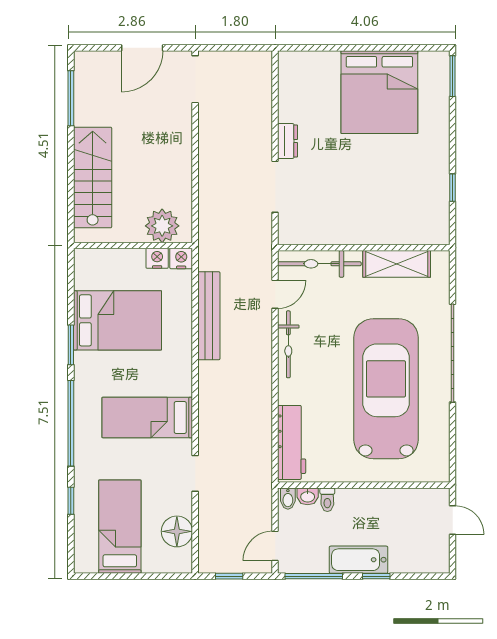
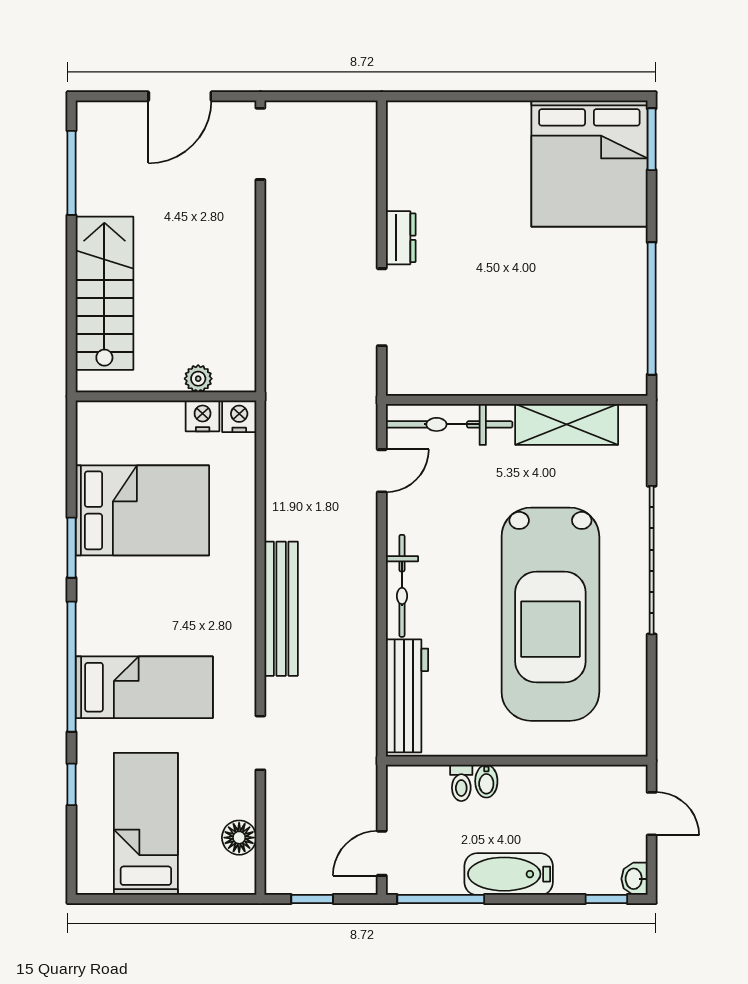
bed: (379, 92) -> (589, 164), moved
window: (453, 188) -> (652, 308), width x3.17
plant: (162, 226) -> (198, 379), width x0.53, depth x0.53
bench: (209, 316) -> (281, 609), moved
bicycle: (288, 344) -> (402, 586), moved
car: (386, 389) -> (550, 614), turned 180
bed: (147, 417) -> (144, 687), moved, turned 180
washbasin: (308, 496) -> (634, 879), moved, turned 90
bidet: (288, 499) -> (486, 781), moved
floor lamp: (177, 531) -> (239, 838), width x0.73, depth x0.73
window: (376, 576) -> (606, 899), moved

